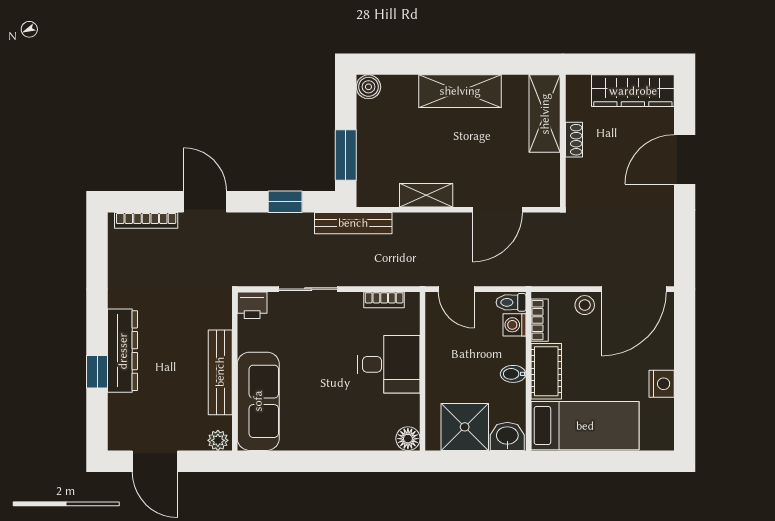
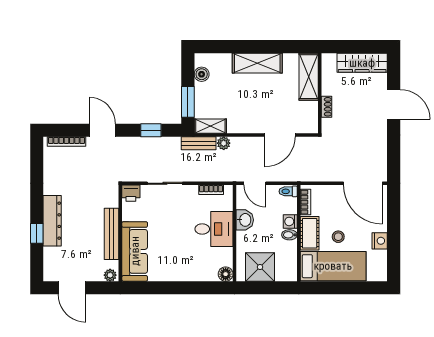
boiler: (368, 87) -> (202, 74), moved
shoe rack: (574, 140) -> (326, 107), moved
door: (685, 159) -> (394, 104), swing flipped
shelving: (426, 195) -> (210, 126), moved
bench: (353, 223) -> (199, 143), width x0.73
plant: (405, 223) -> (224, 143), added
door: (634, 289) -> (363, 183), hinge flipped
stool: (585, 305) -> (338, 237), moved
washing machine: (515, 325) -> (290, 221), moved
washbasin: (507, 436) -> (245, 220), moved, turned 90

